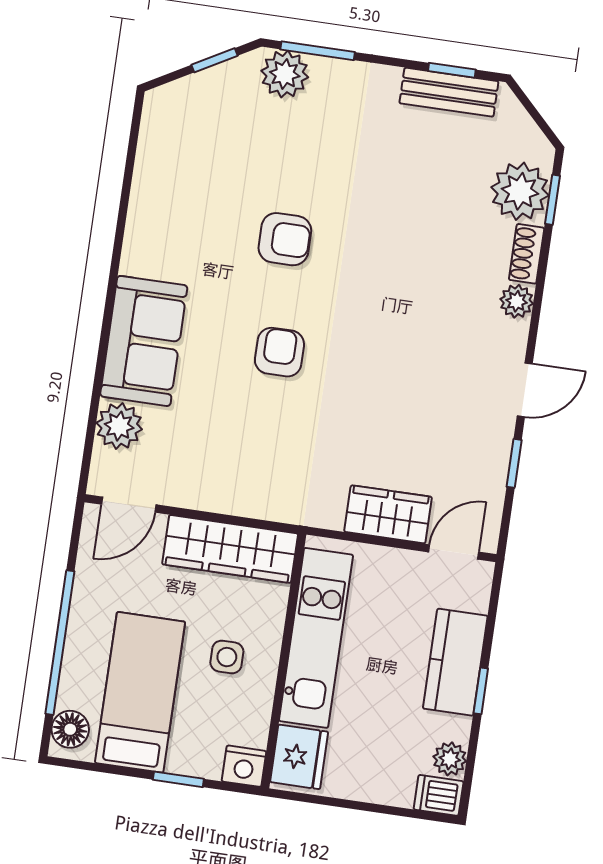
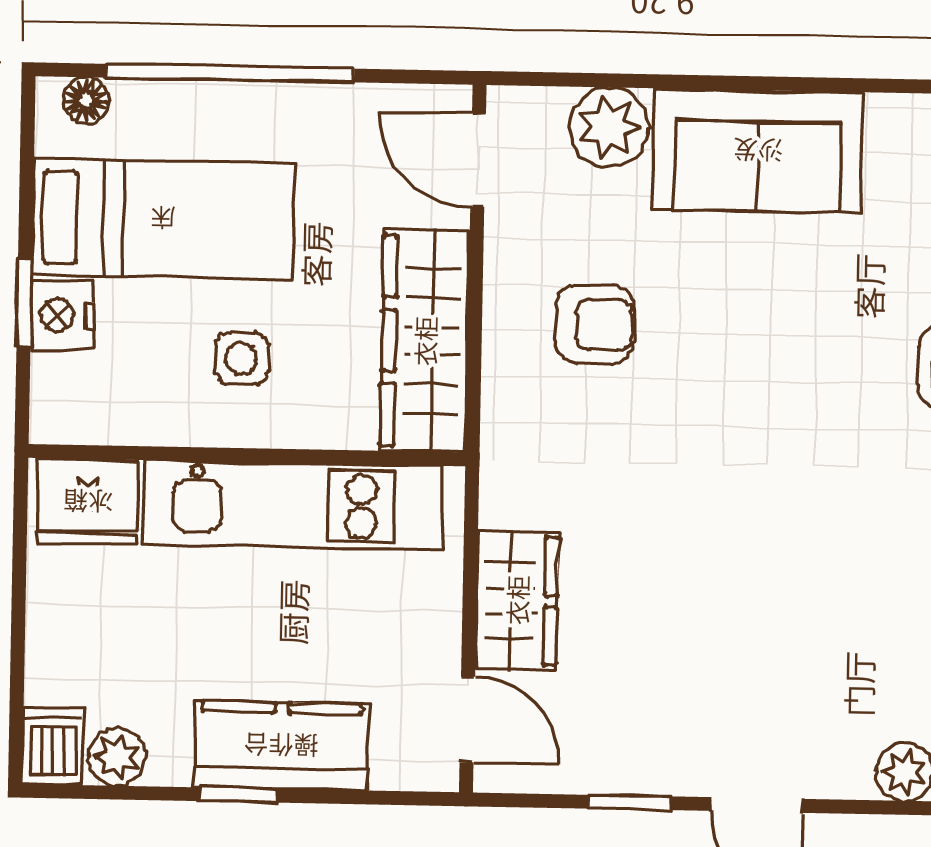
armchair: (279, 352) -> (594, 324), moved
floor lamp: (70, 729) -> (86, 100), width x0.73, depth x0.73
nightstand: (244, 766) -> (62, 315), moved

